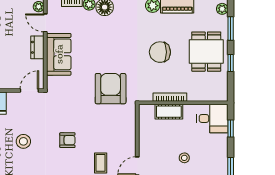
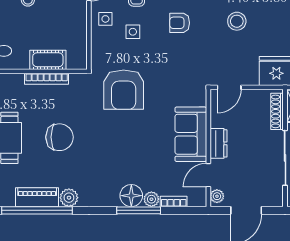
door: (45, 23) -> (208, 175), swing flipped
side table: (103, 133) -> (133, 32), added
side table: (125, 143) -> (105, 19), added

